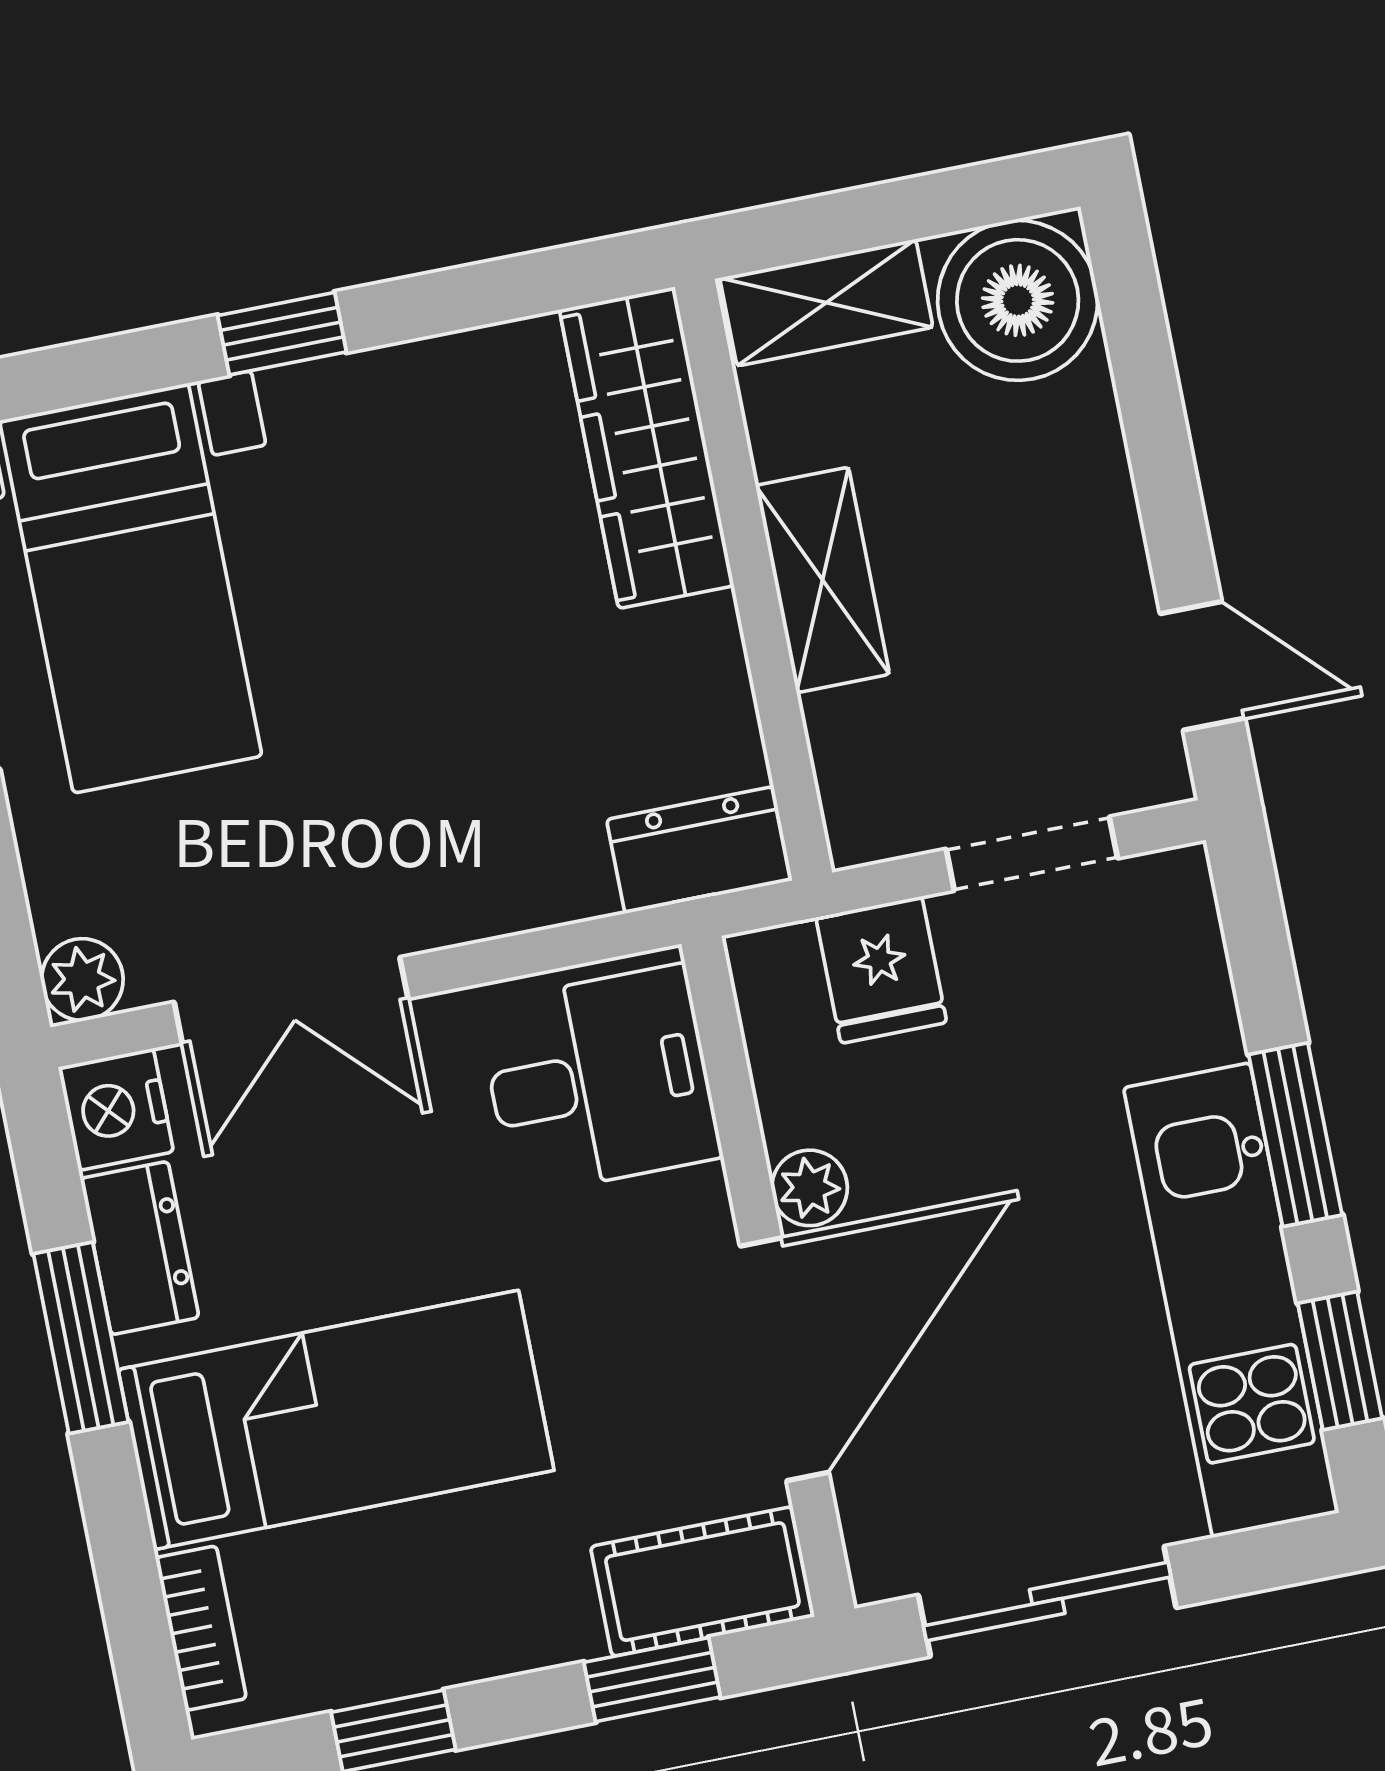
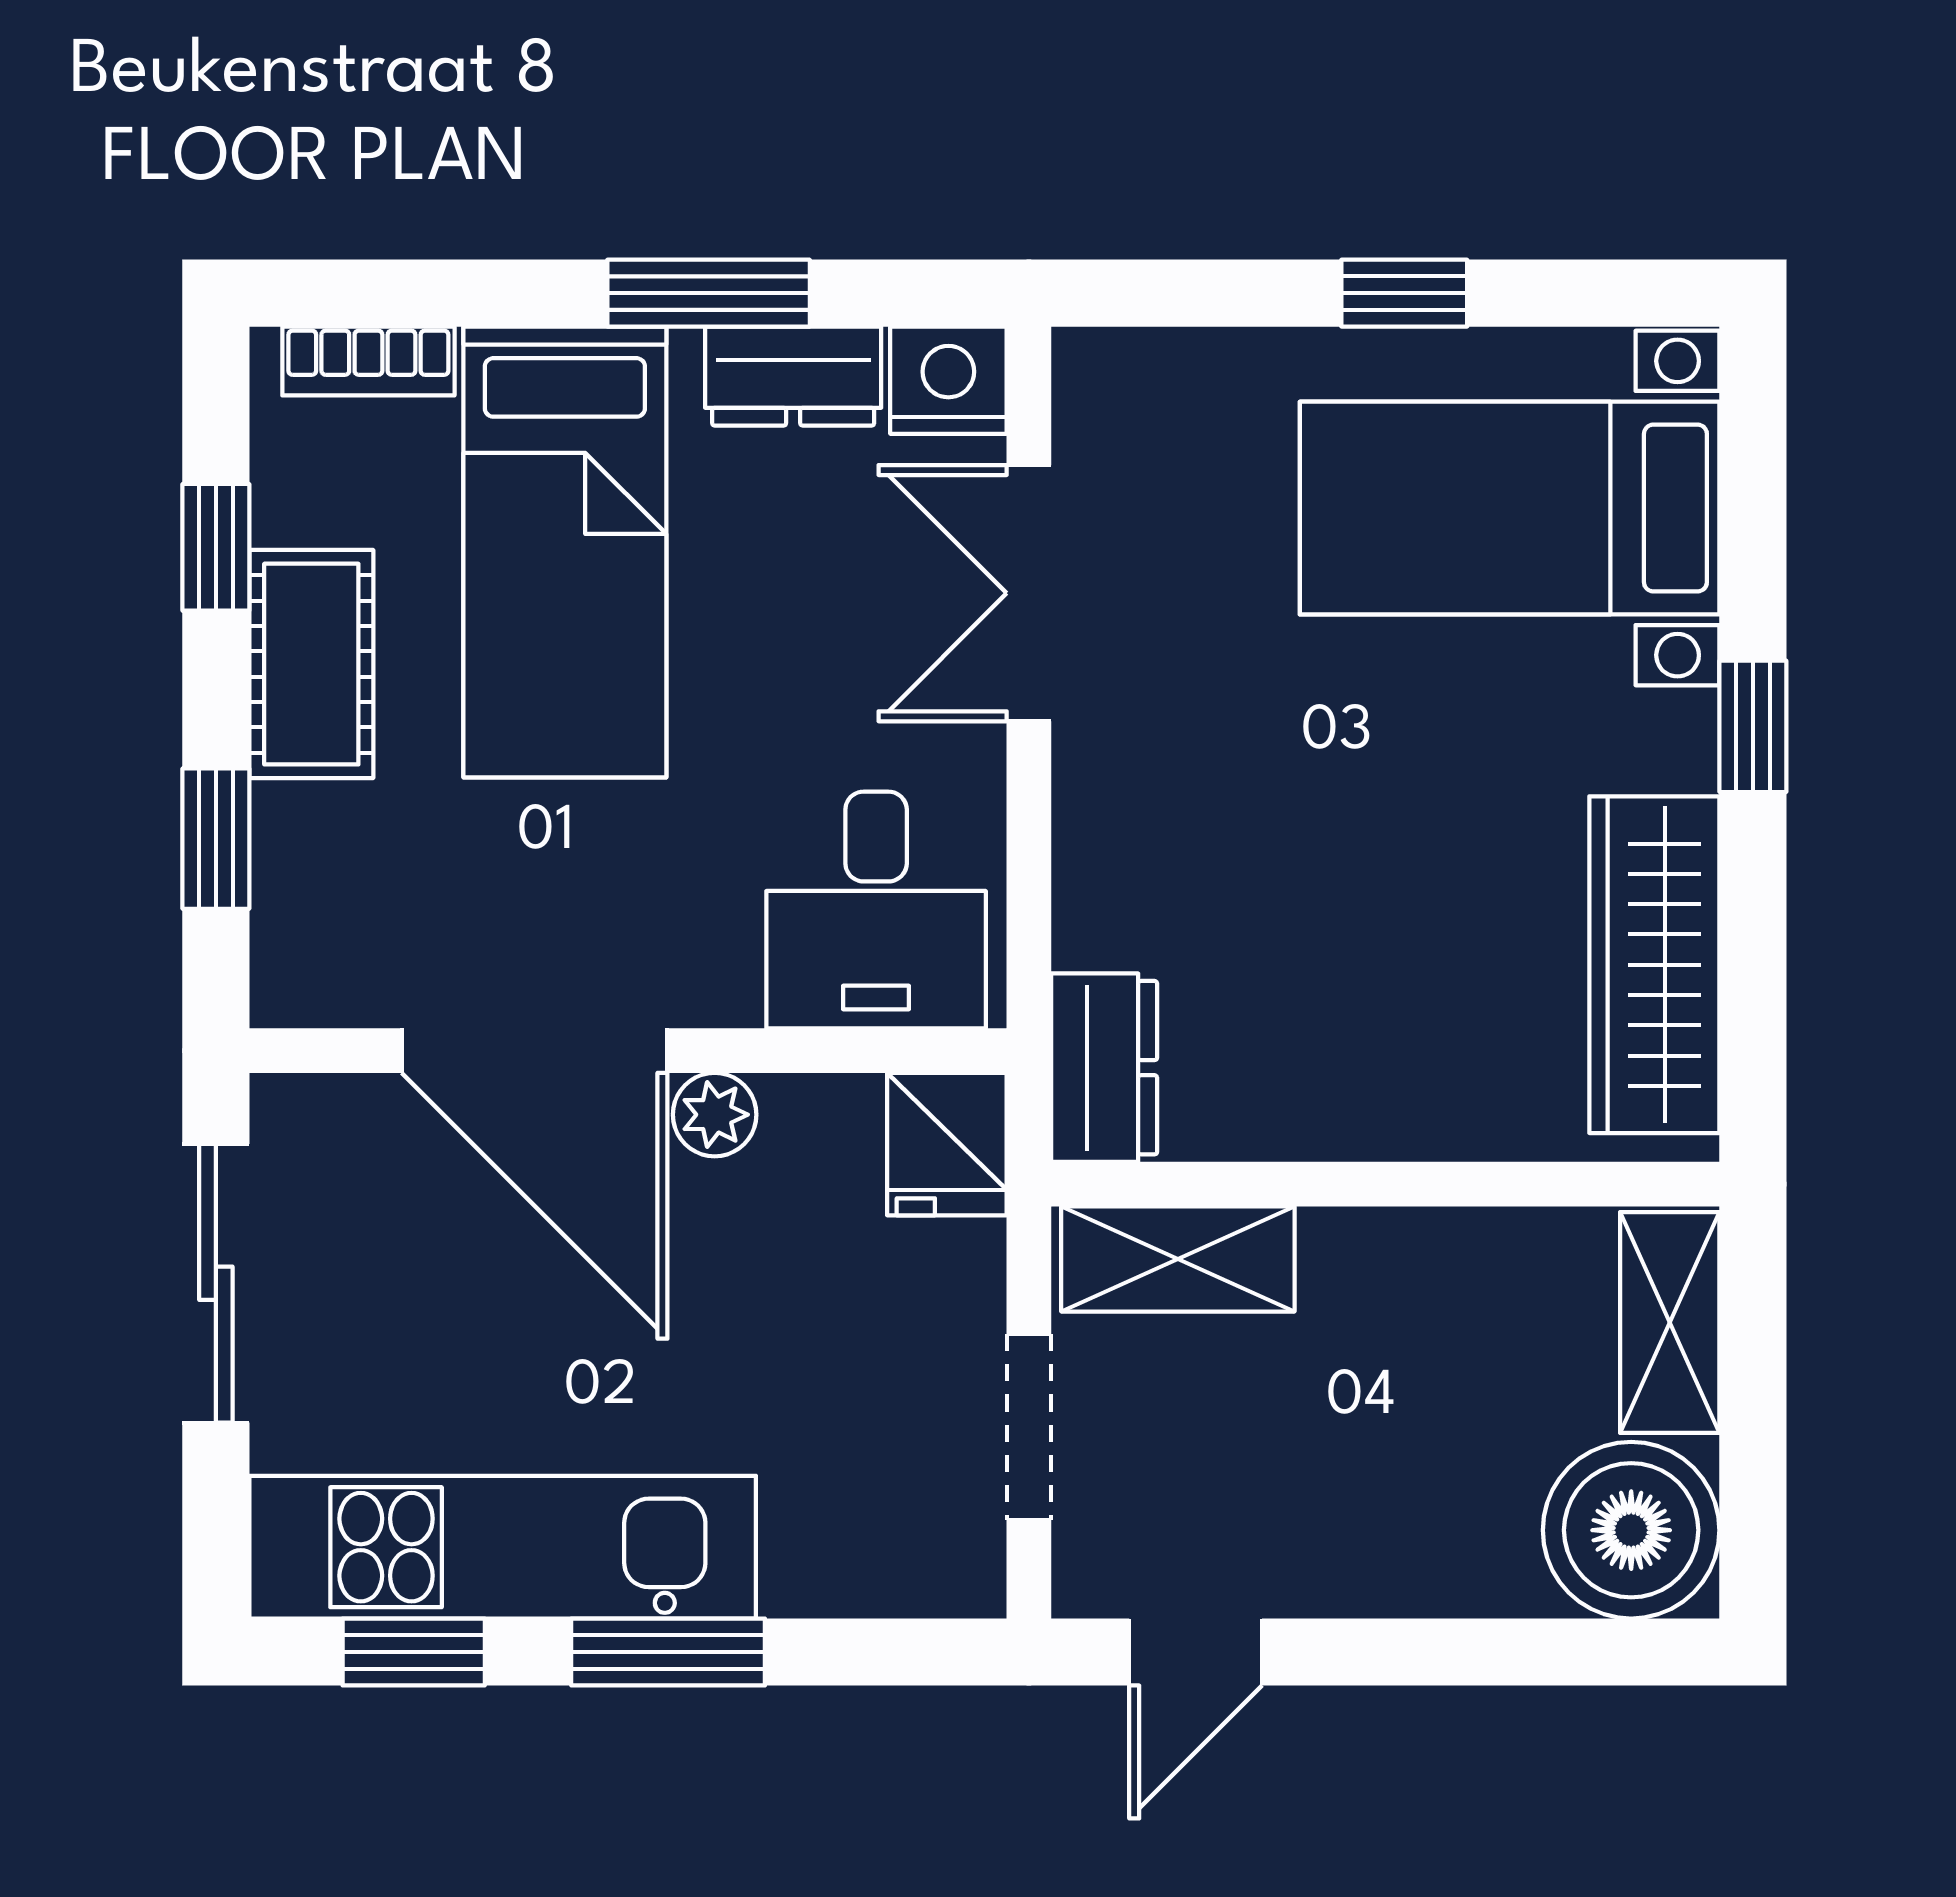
wardrobe: (647, 448) -> (1654, 965), moved, turned -90
shelving: (823, 580) -> (1178, 1259), moved
fridge: (881, 970) -> (947, 1144), moved, turned -90
plant: (82, 980) -> (1096, 372), removed
cot: (702, 1582) -> (311, 664), moved

